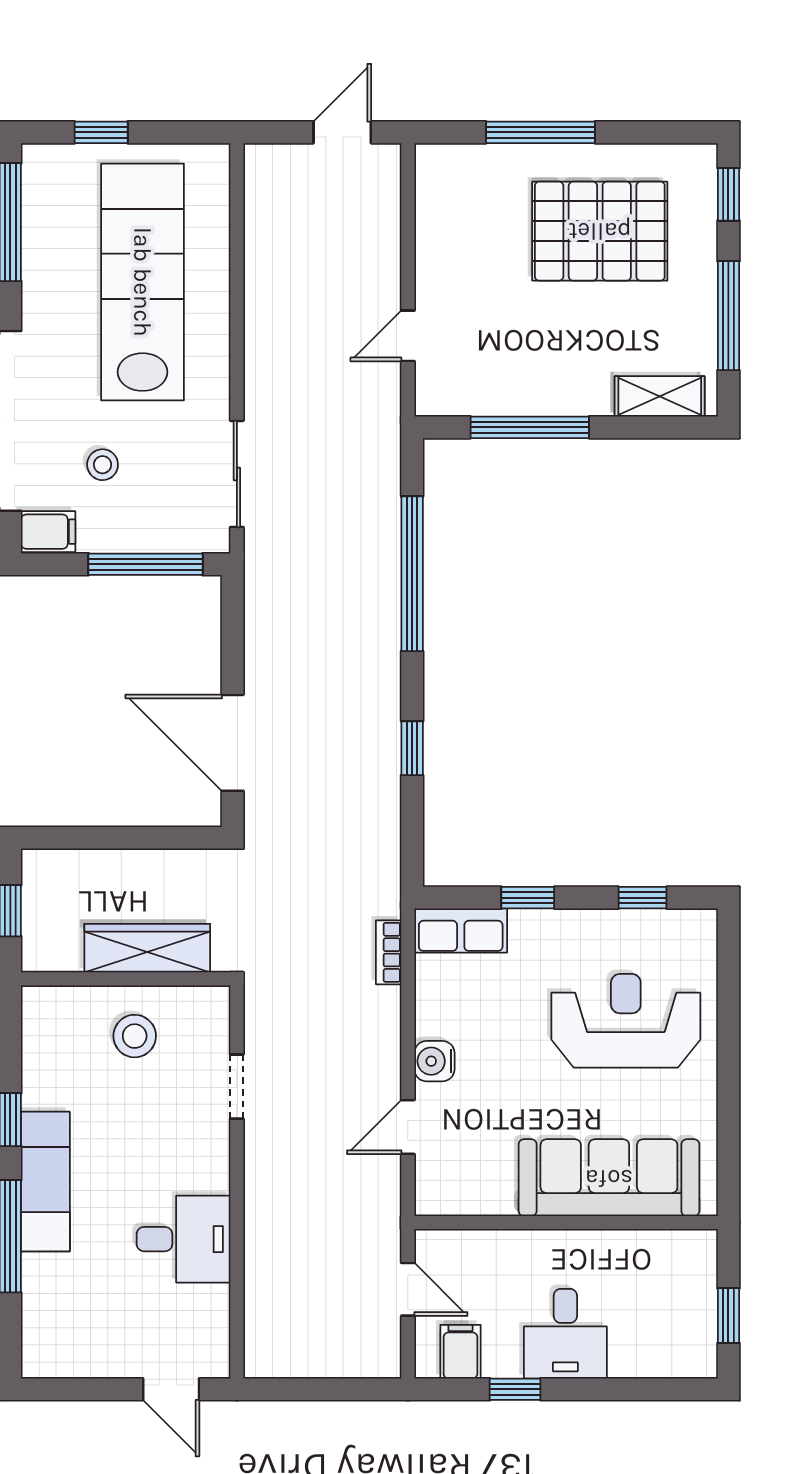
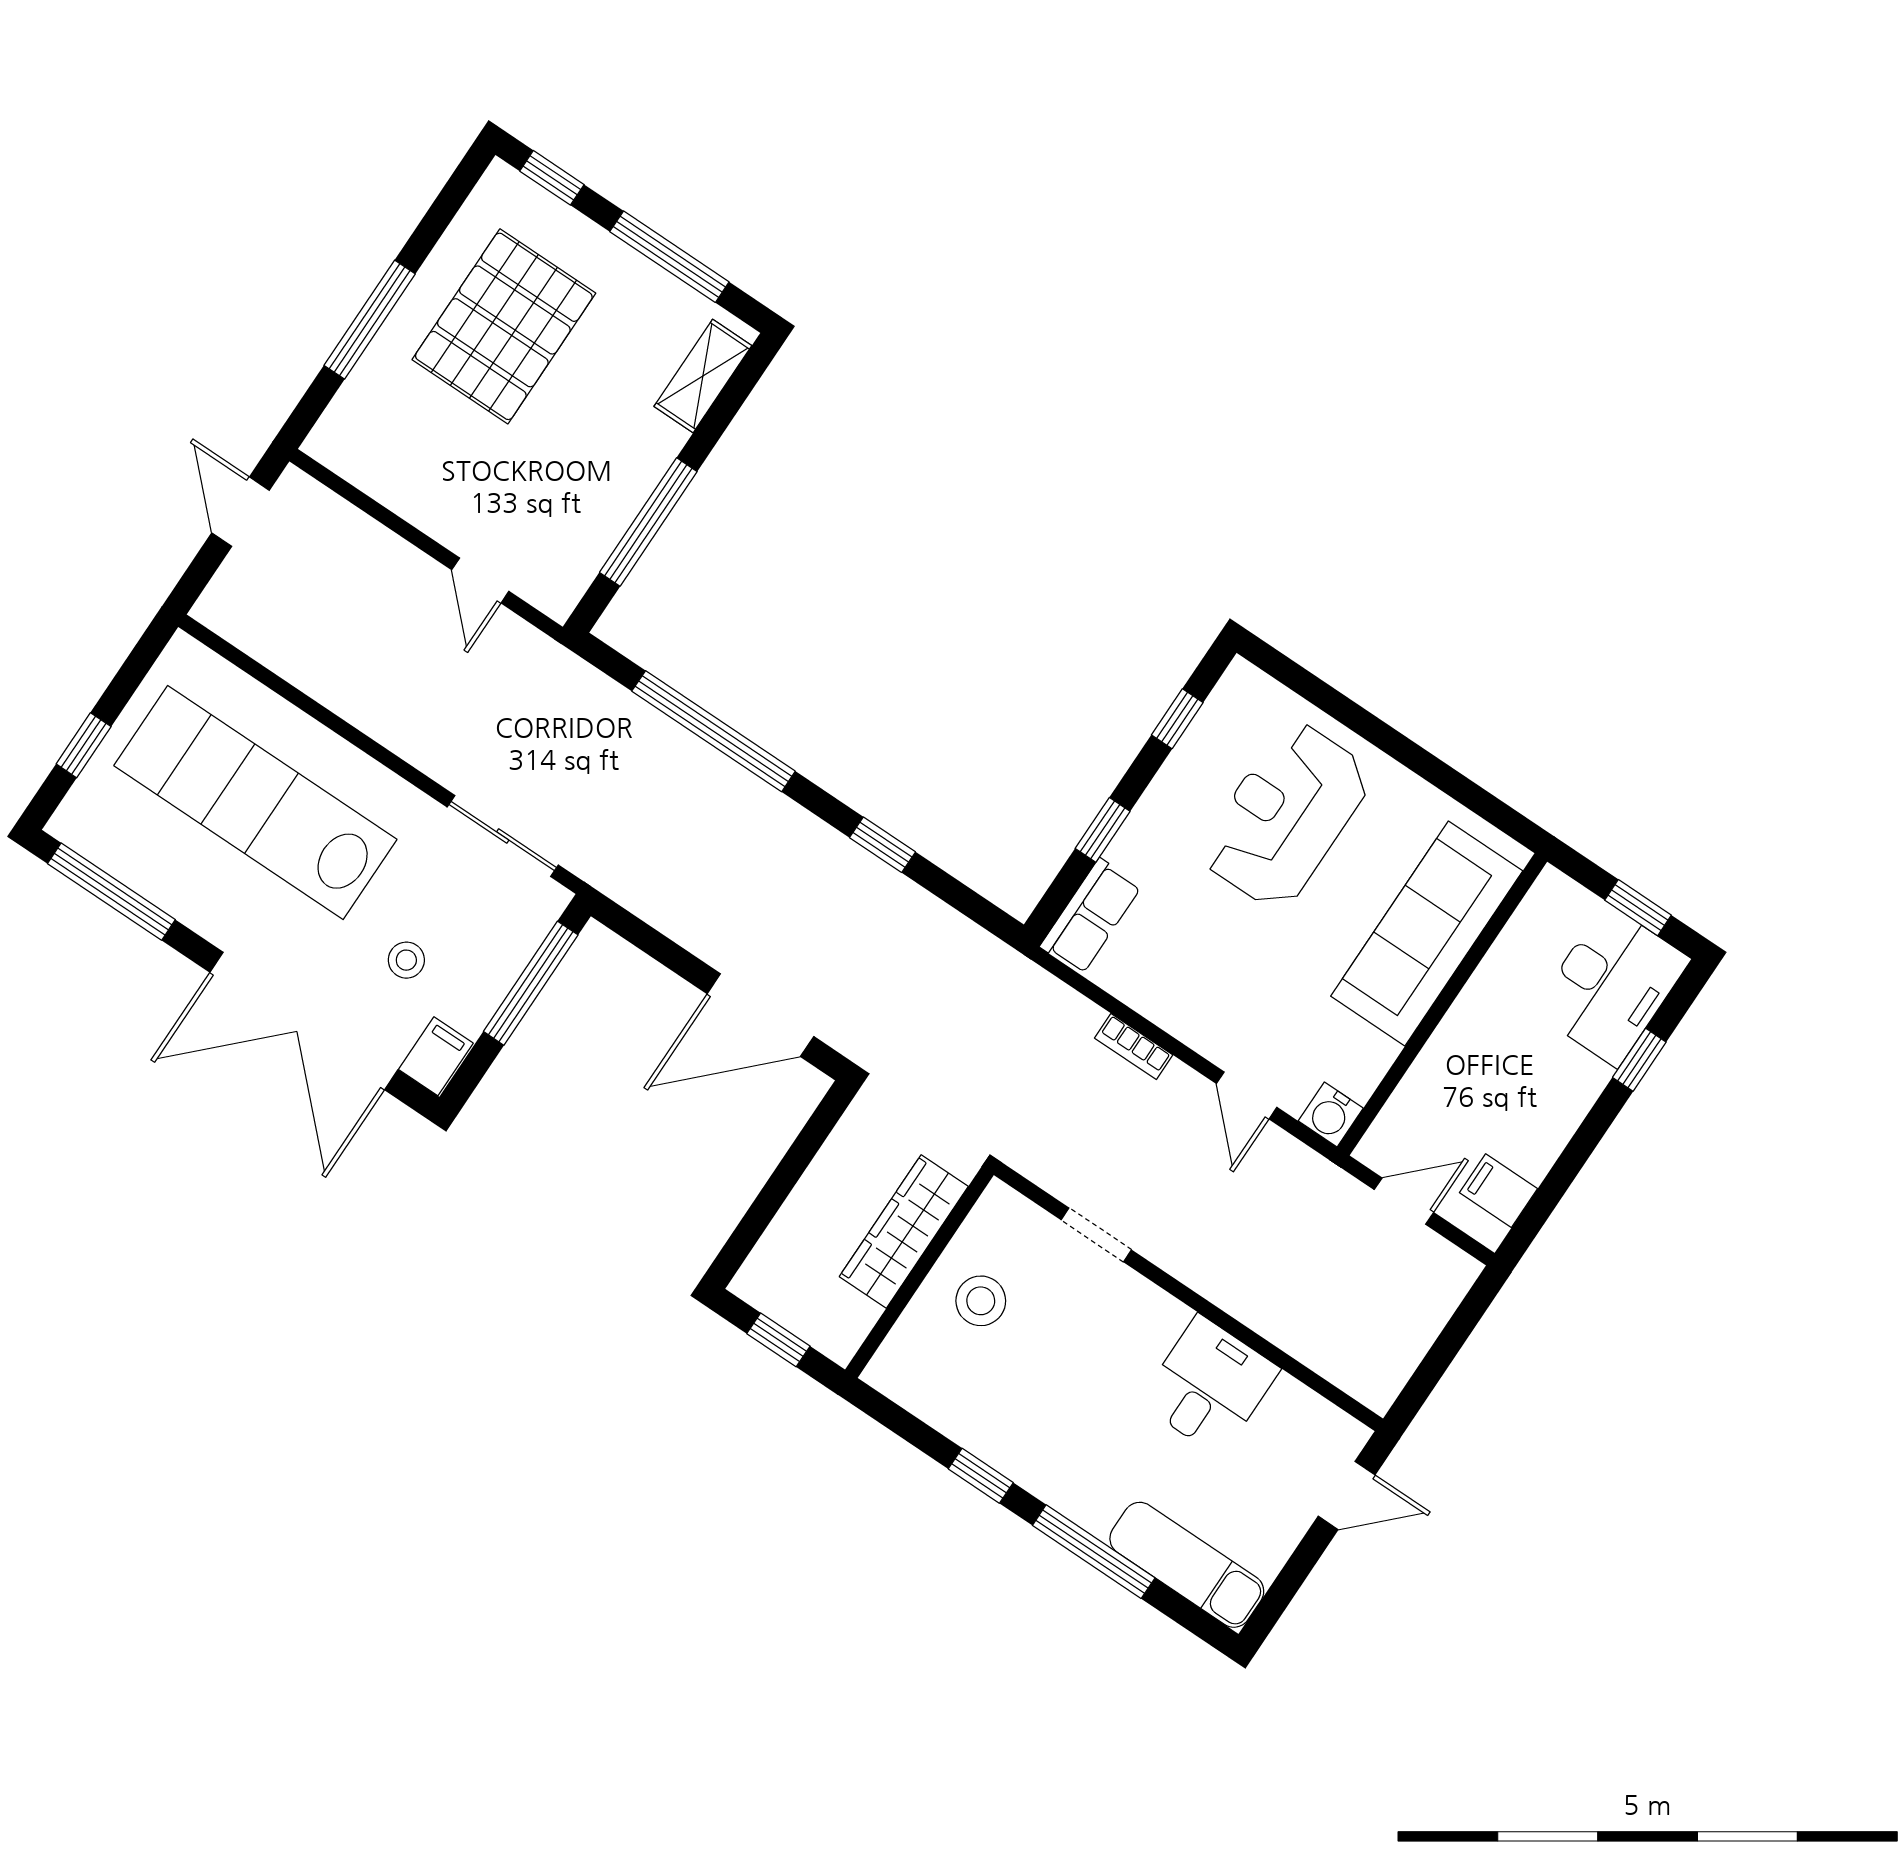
bookcase: (389, 952) -> (1134, 1047), moved
water cooler: (434, 1061) -> (1331, 1115), moved
exam couch: (45, 1181) -> (1187, 1565), moved
desk: (565, 1334) -> (1611, 985), moved, width x1.37
window: (515, 1389) -> (1639, 1060), moved

